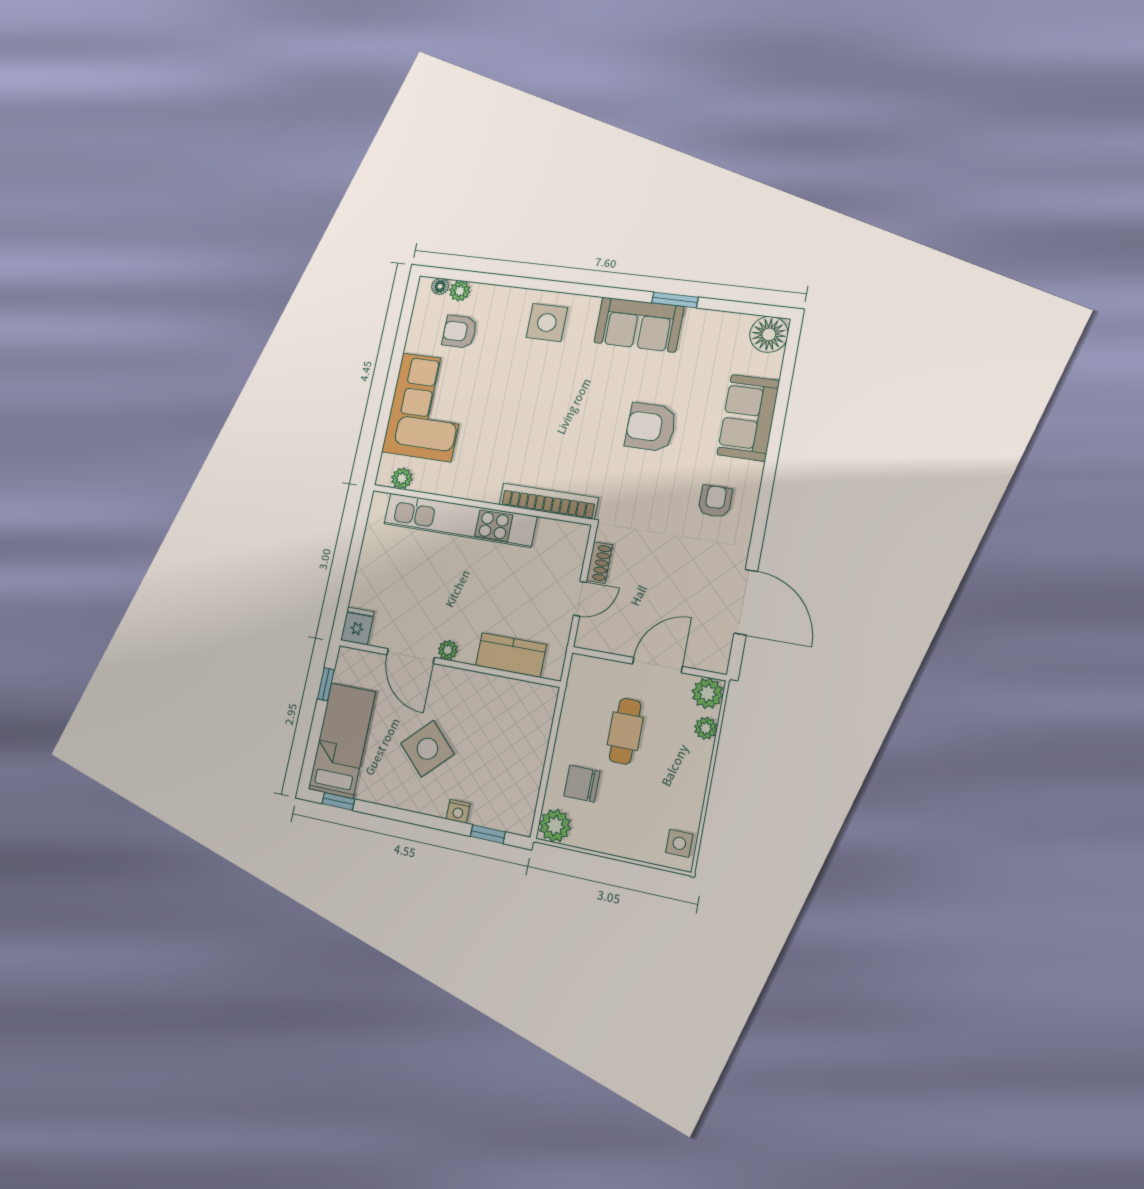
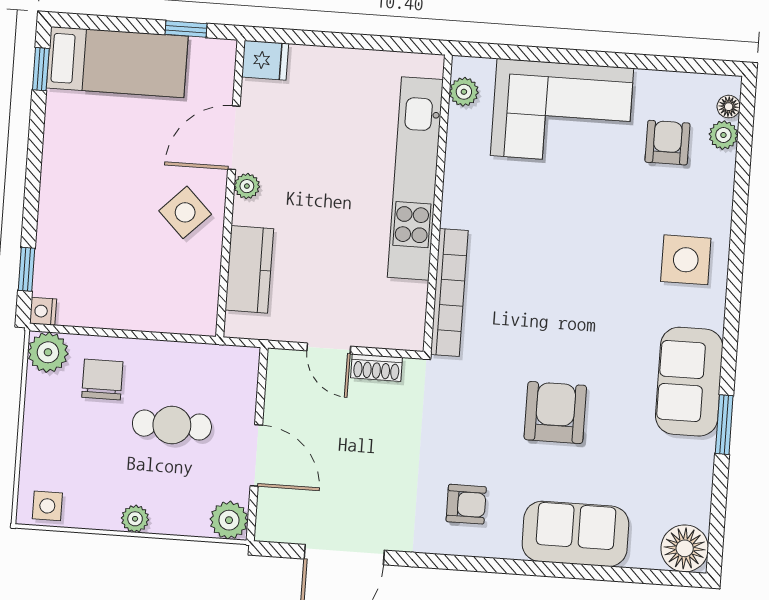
plant: (706, 728) -> (135, 519), moved
side table: (427, 749) -> (185, 212), moved, width x0.73, depth x0.73
nightstand: (458, 811) -> (43, 311), moved

